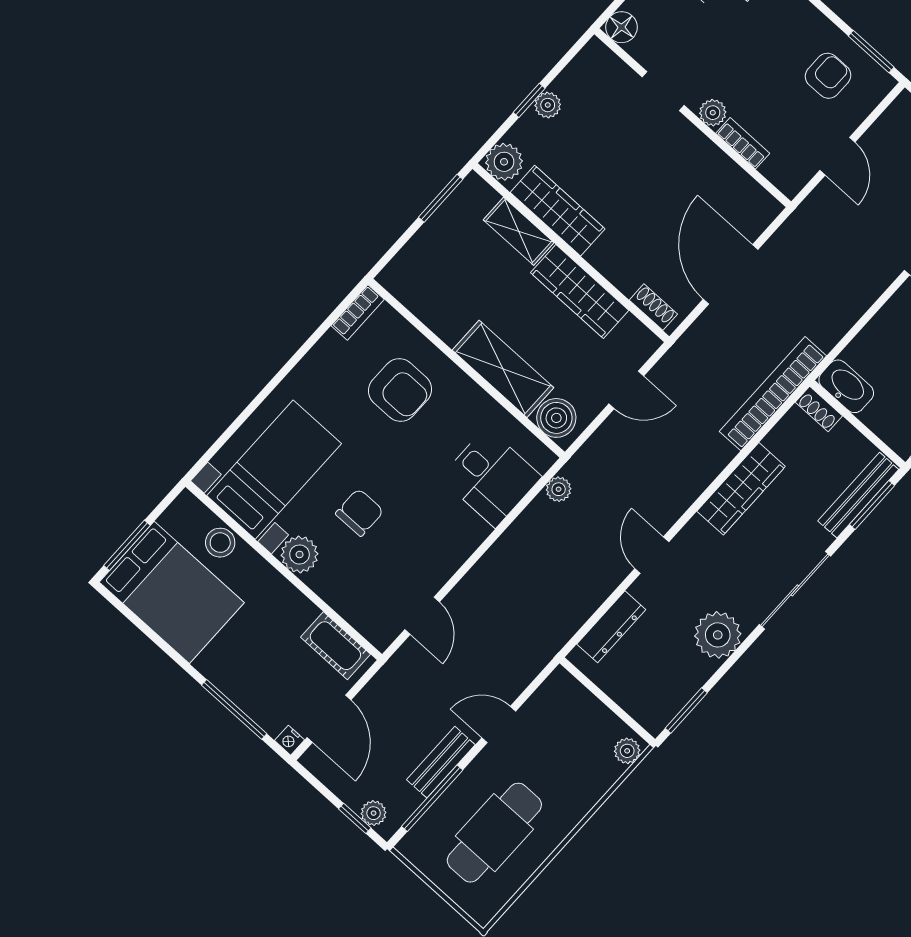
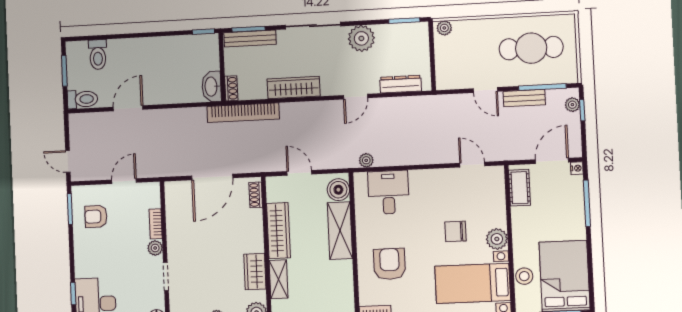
wardrobe: (558, 211) -> (255, 272), width x0.67
door: (422, 616) -> (472, 165), hinge flipped

